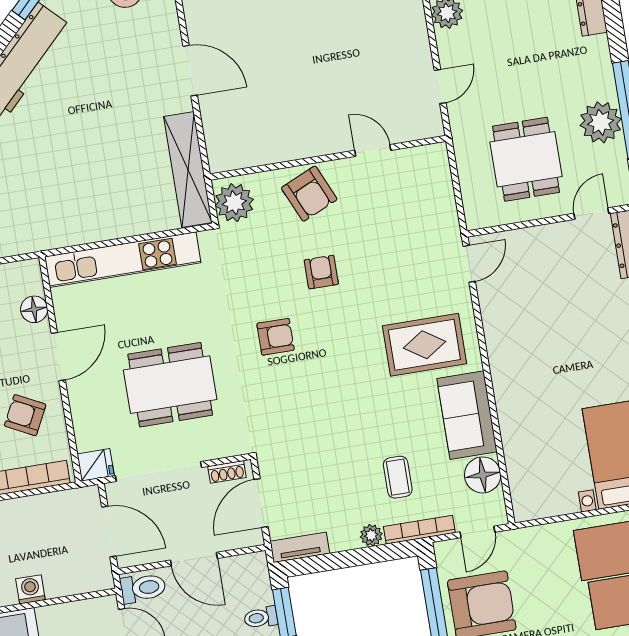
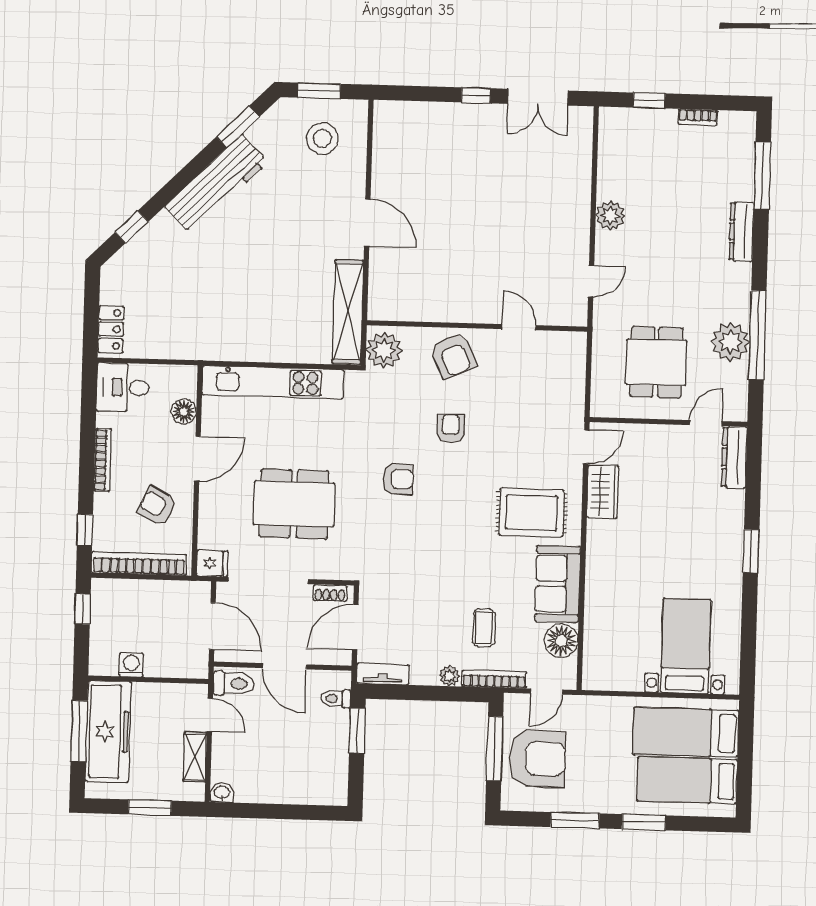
wardrobe: (496, 308) -> (603, 492), added
toilet: (261, 618) -> (336, 699), moved

